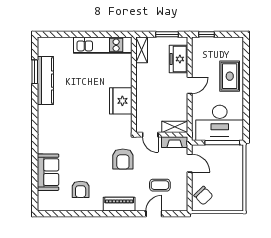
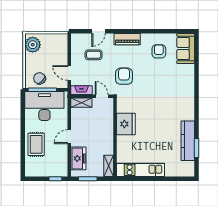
sofa: (48, 172) -> (186, 49), moved
chair: (203, 196) -> (40, 78), moved
plant: (234, 197) -> (33, 45), added

